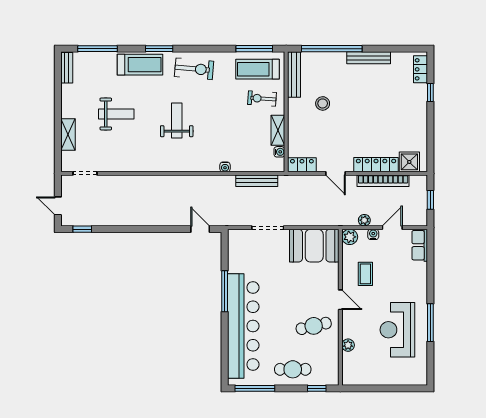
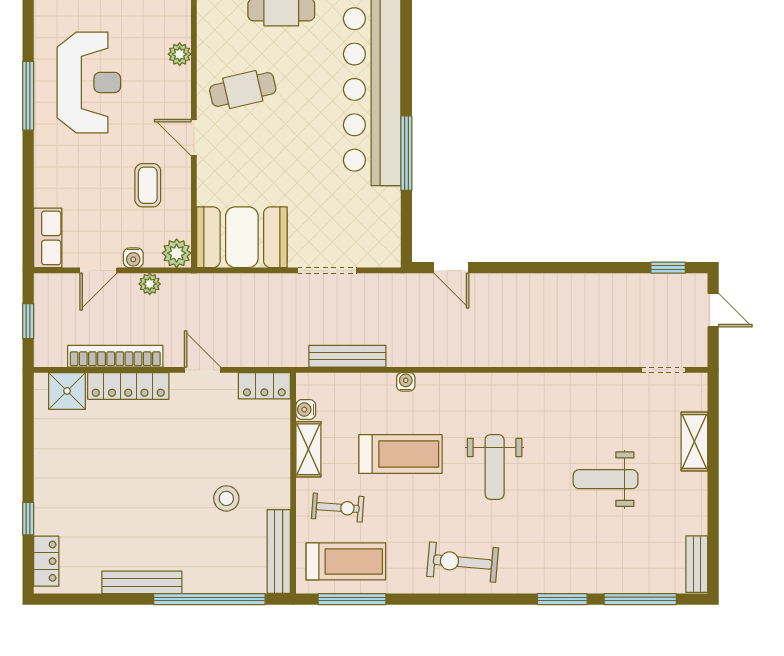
window: (159, 49) -> (562, 599), moved
treadmill: (140, 65) -> (400, 454), moved, turned 180

